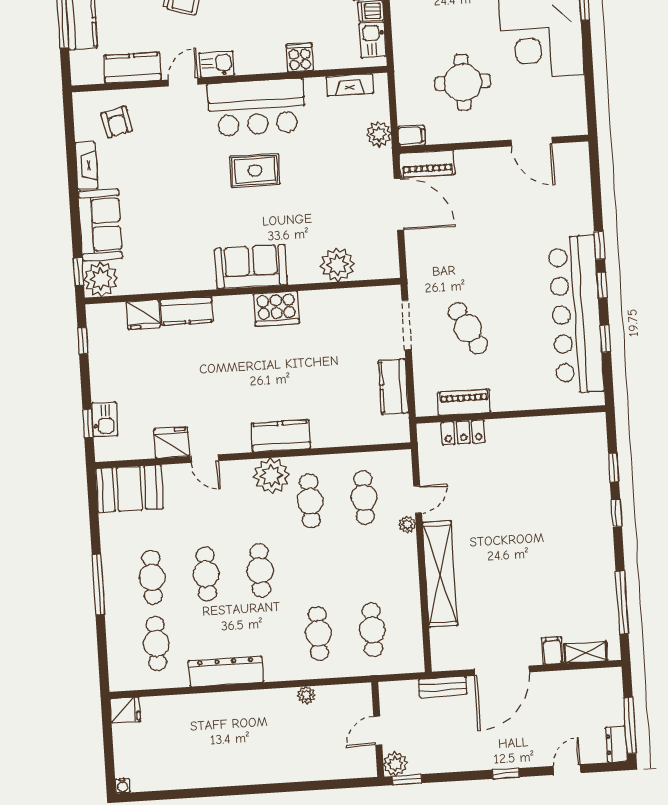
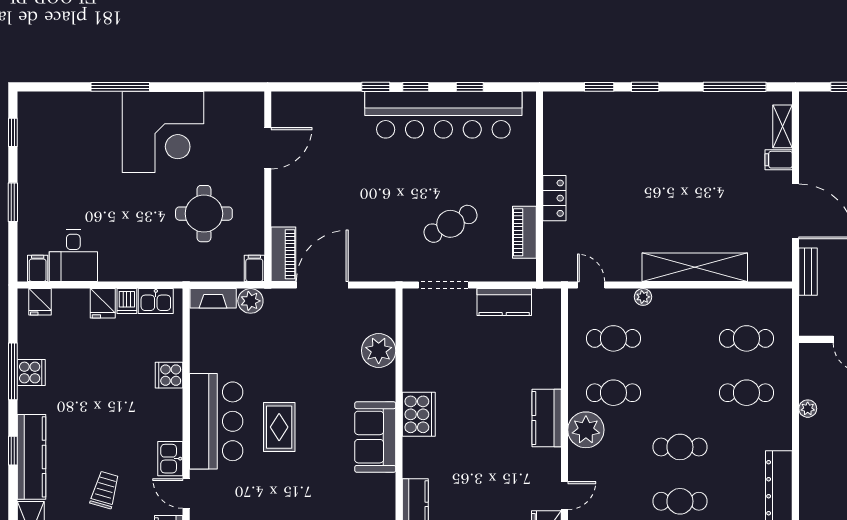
fireplace: (350, 85) -> (213, 298), moved, turned 90
locker: (463, 432) -> (554, 198), moved
door: (418, 500) -> (591, 285), moved

